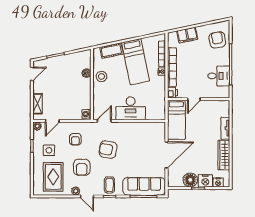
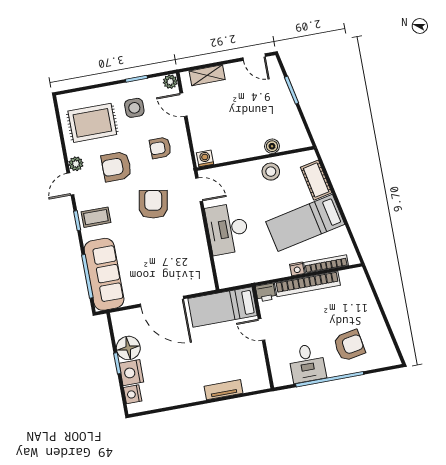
filing cabinet: (187, 35) -> (364, 299), removed
armchair: (217, 40) -> (349, 345), moved
wardrobe: (224, 155) -> (179, 395), removed

